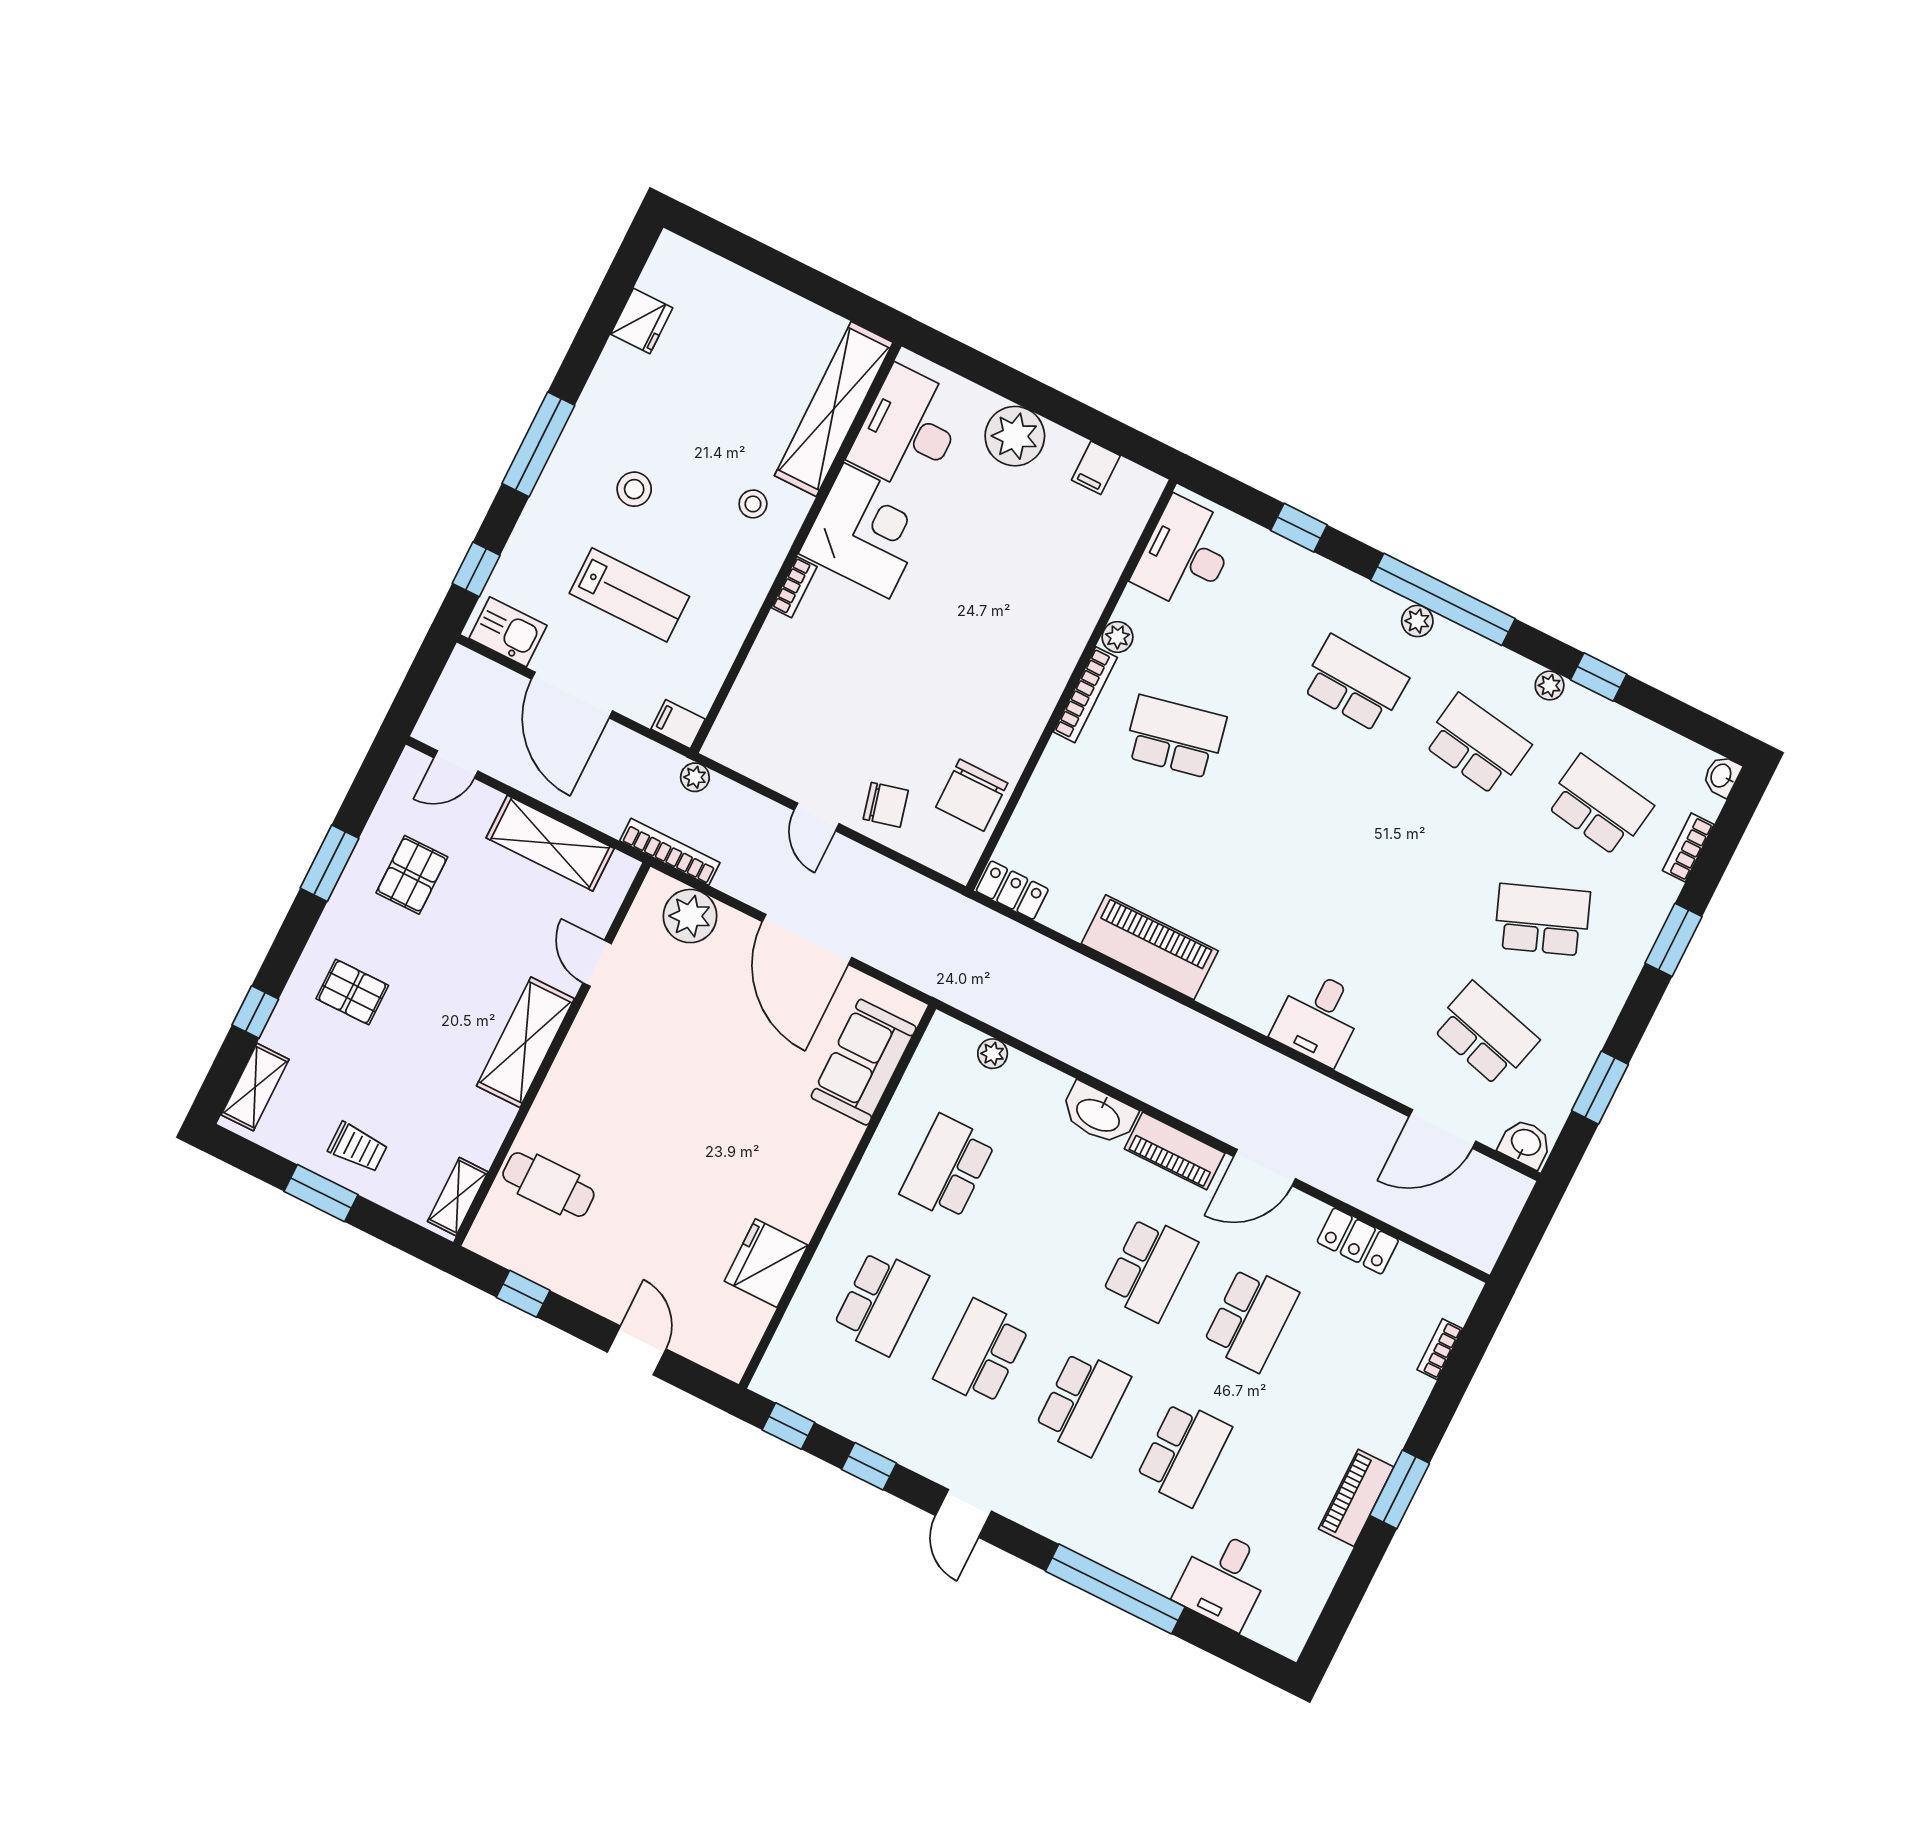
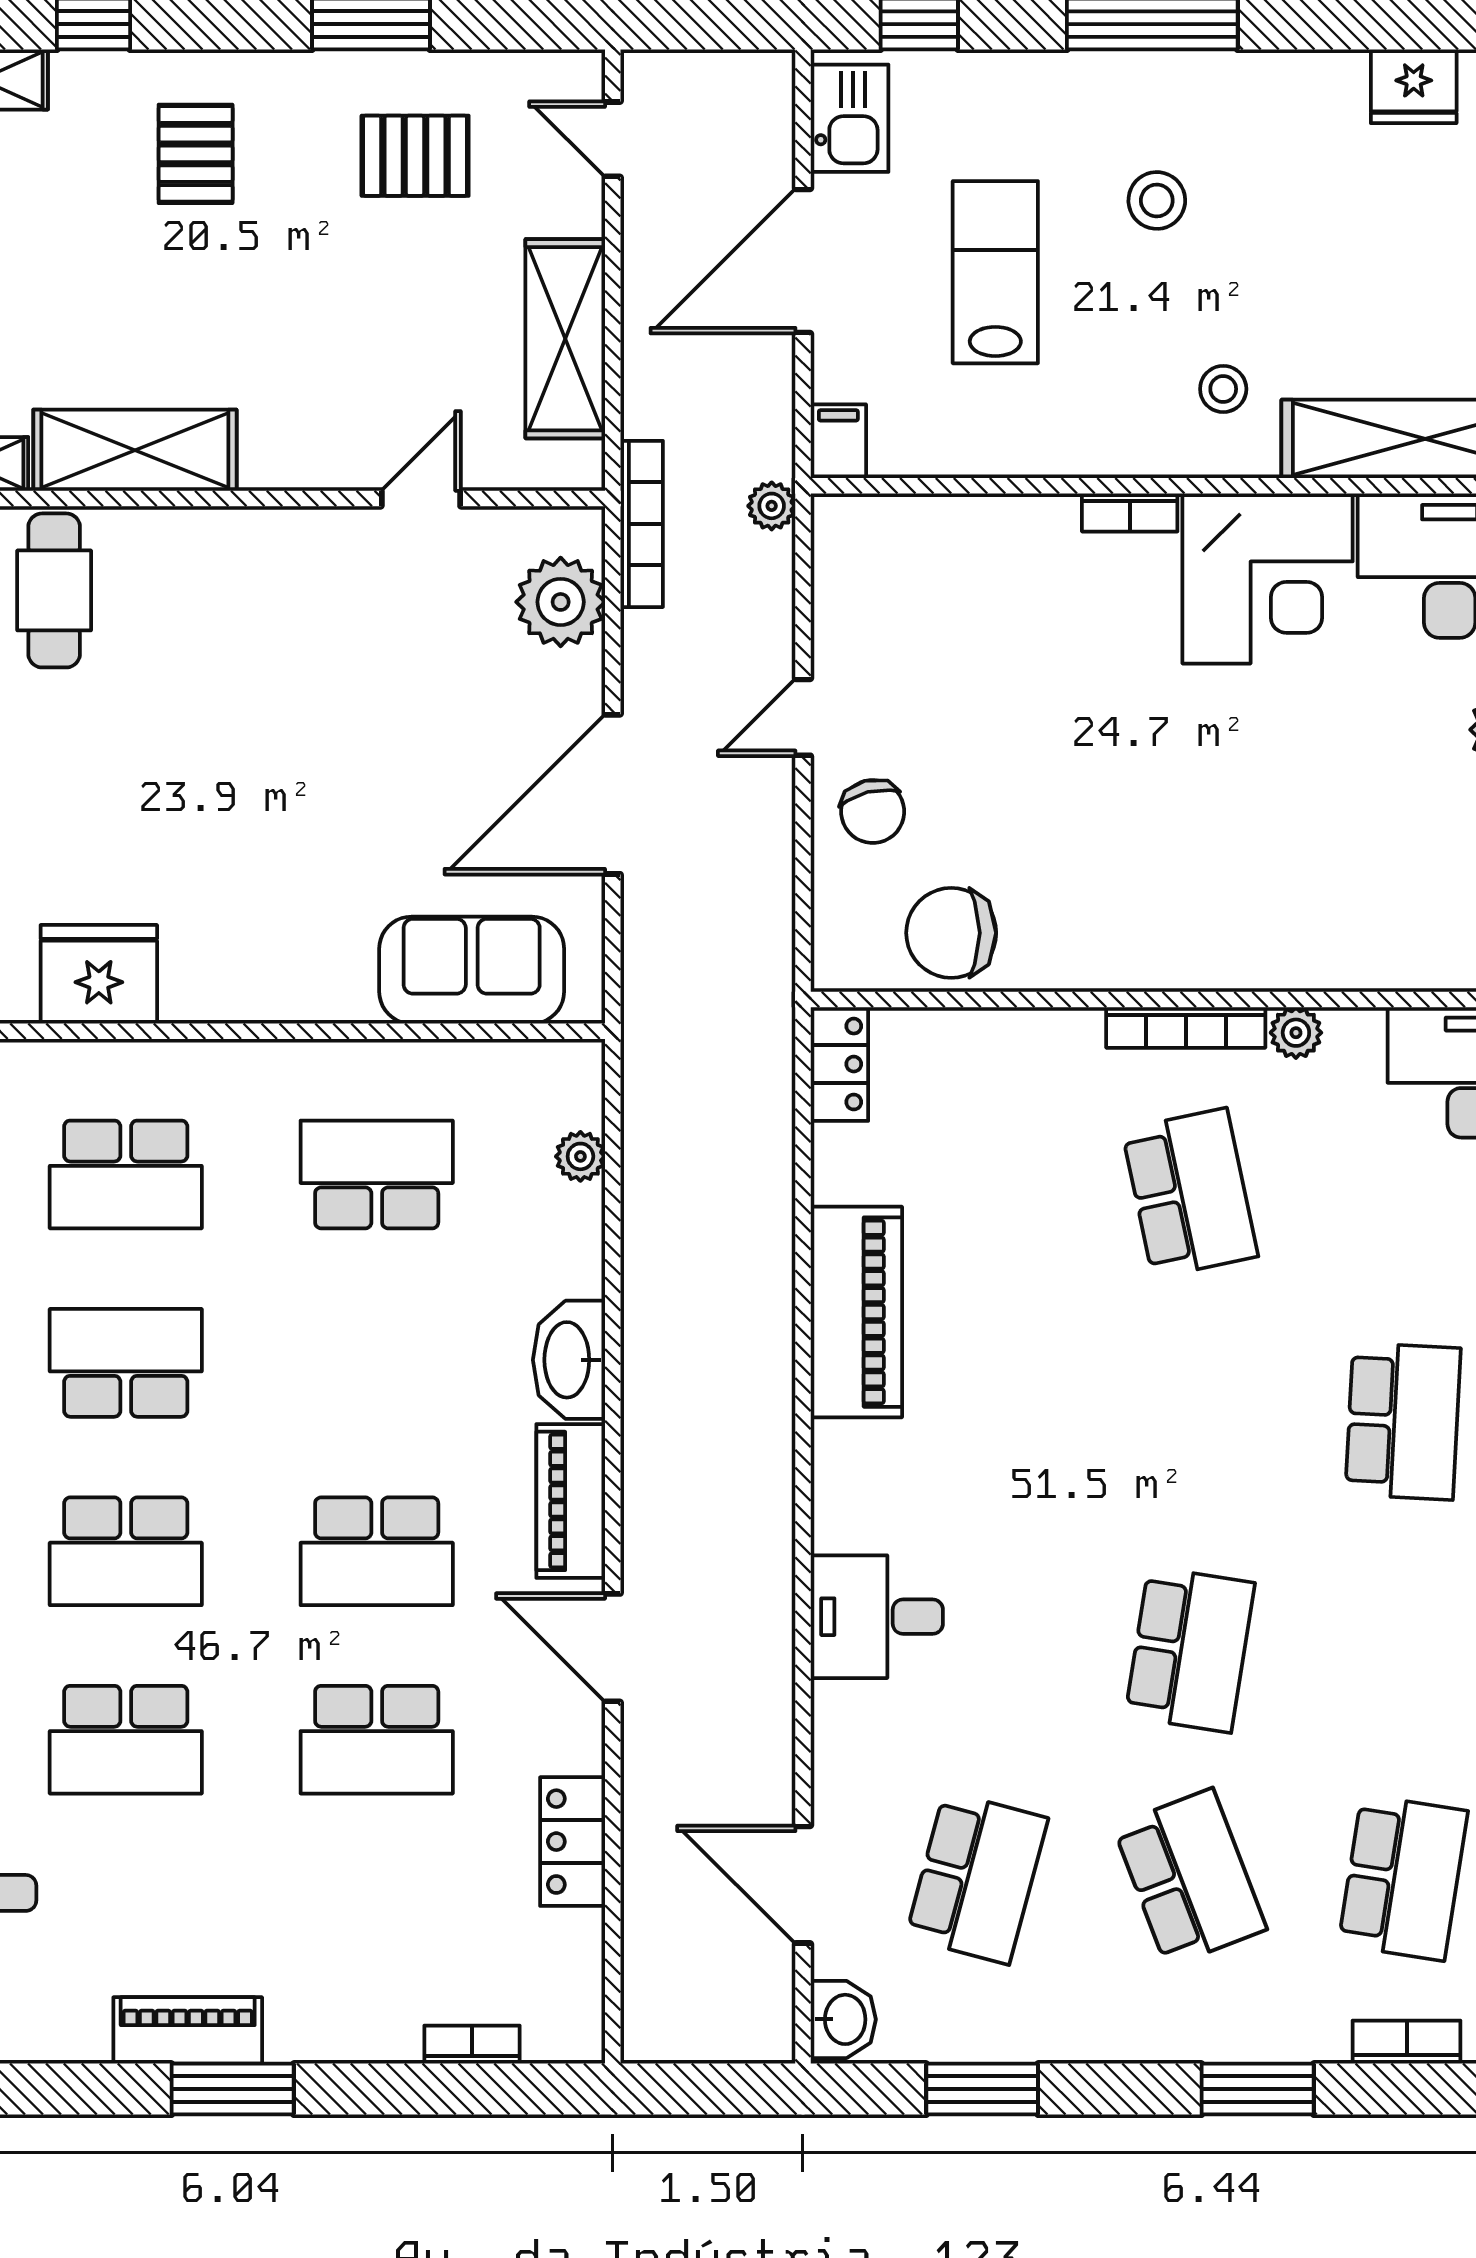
lab bench: (629, 595) -> (995, 272), turned 180
school desk: (1477, 744) -> (1190, 1650), moved
shelving: (525, 1042) -> (135, 450), moved

